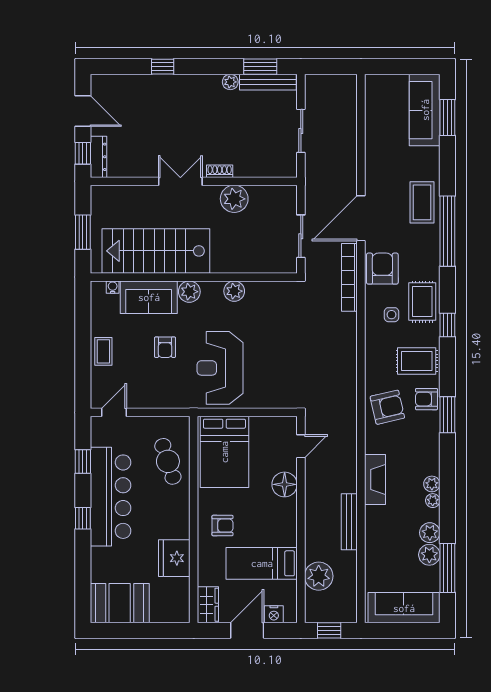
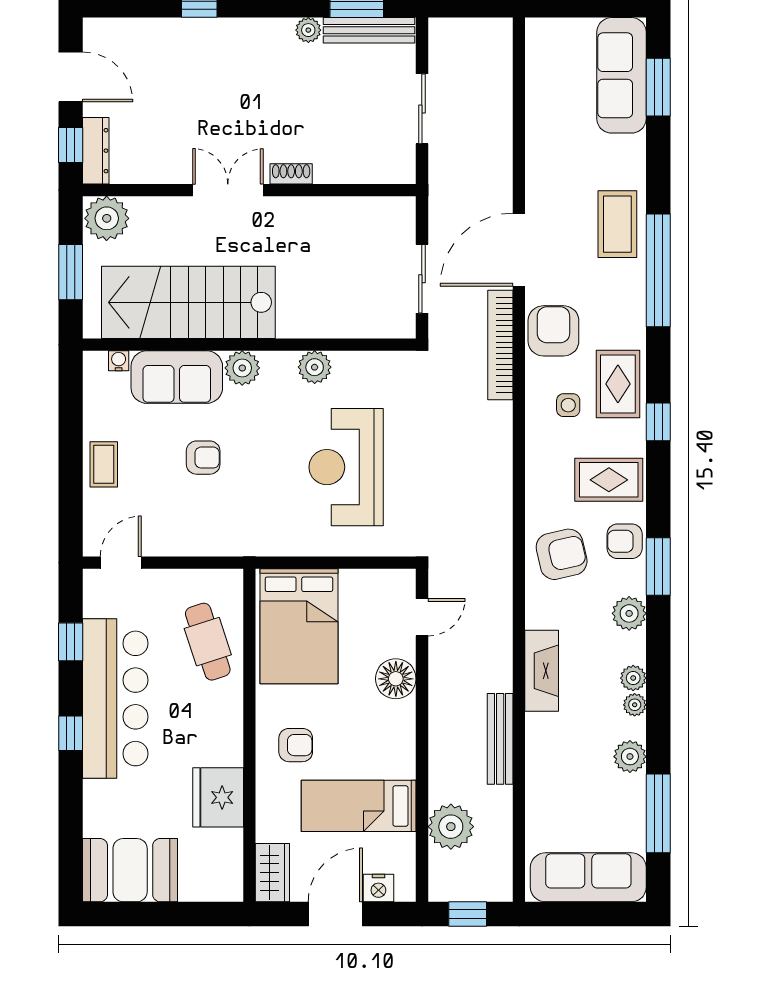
plant: (234, 199) -> (107, 218), moved
armchair: (165, 347) -> (203, 458), turned -90
reception desk: (220, 368) -> (346, 467), moved
plant: (429, 555) -> (629, 613), moved

